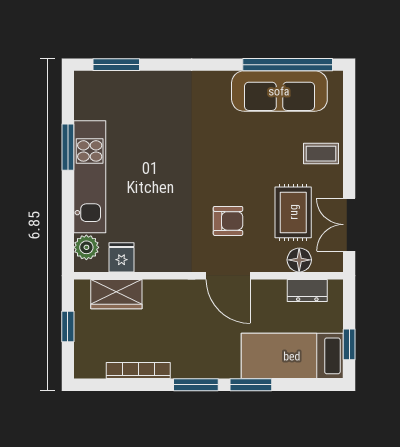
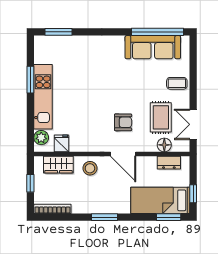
stool: (171, 300) -> (90, 168), added
bookcase: (138, 371) -> (52, 209), moved
window: (251, 385) -> (169, 217), moved

